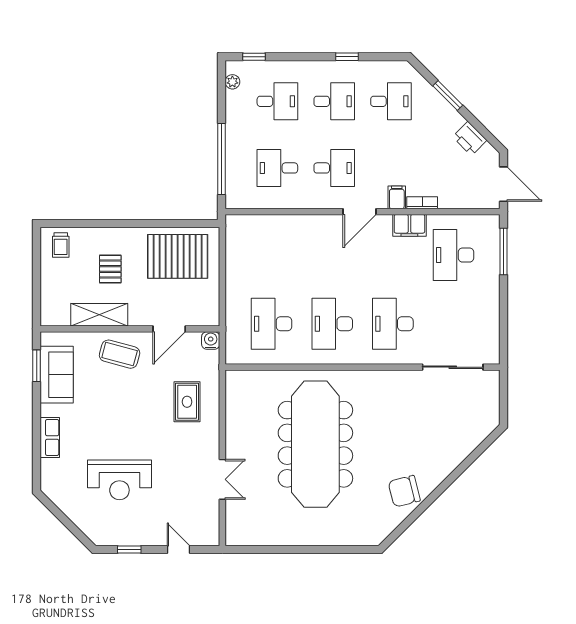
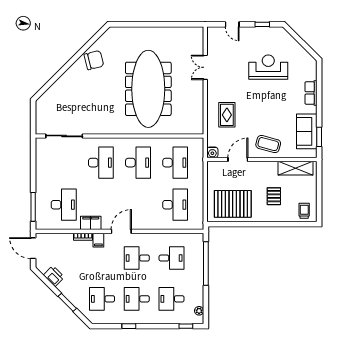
desk: (272, 255) -> (175, 205), added
shelving: (99, 315) -> (296, 168), moved

